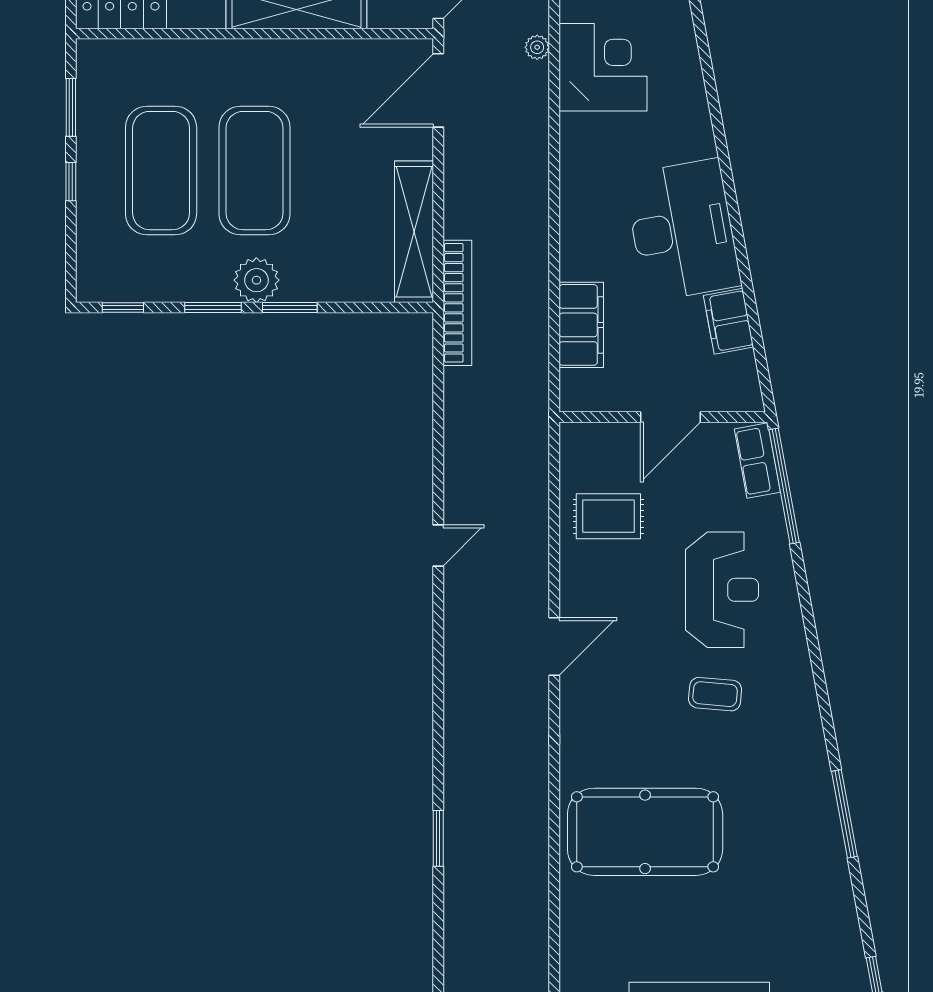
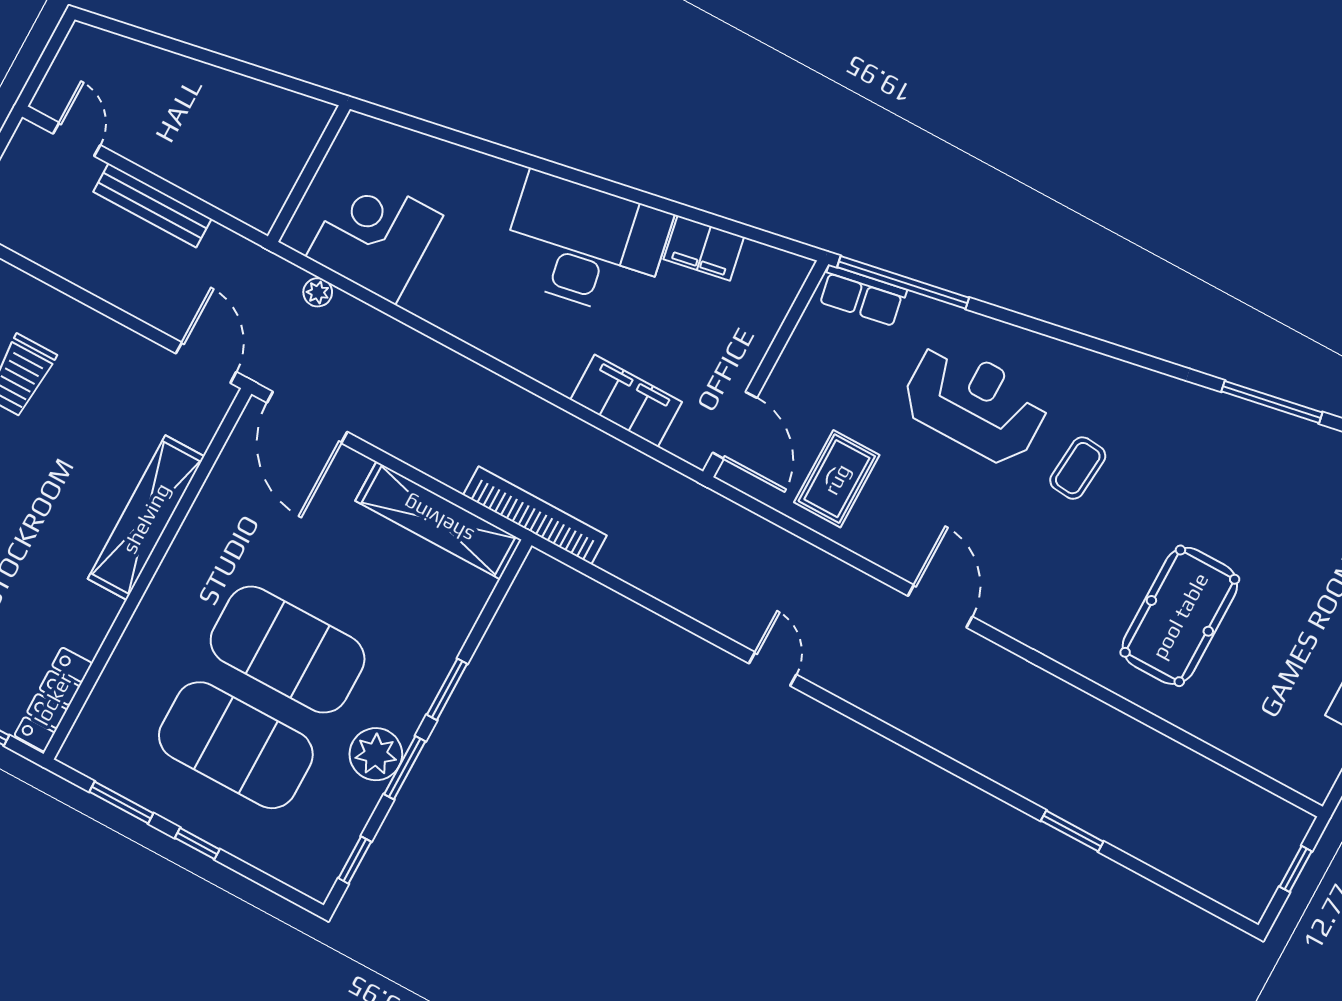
plant: (256, 280) -> (376, 754), moved
door: (671, 417) -> (735, 425), moved
pool table: (645, 832) -> (1180, 616), width x0.73, depth x0.76

